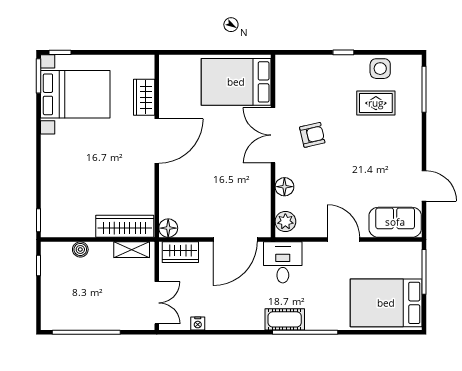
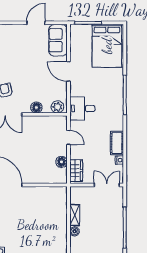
wardrobe: (125, 226) -> (60, 204), removed
floor lamp: (168, 228) -> (61, 162), moved
door: (235, 240) -> (68, 137), width x0.53
door: (344, 240) -> (68, 72), hinge flipped
shelving: (132, 250) -> (75, 215), moved
cot: (285, 319) -> (117, 143), moved

